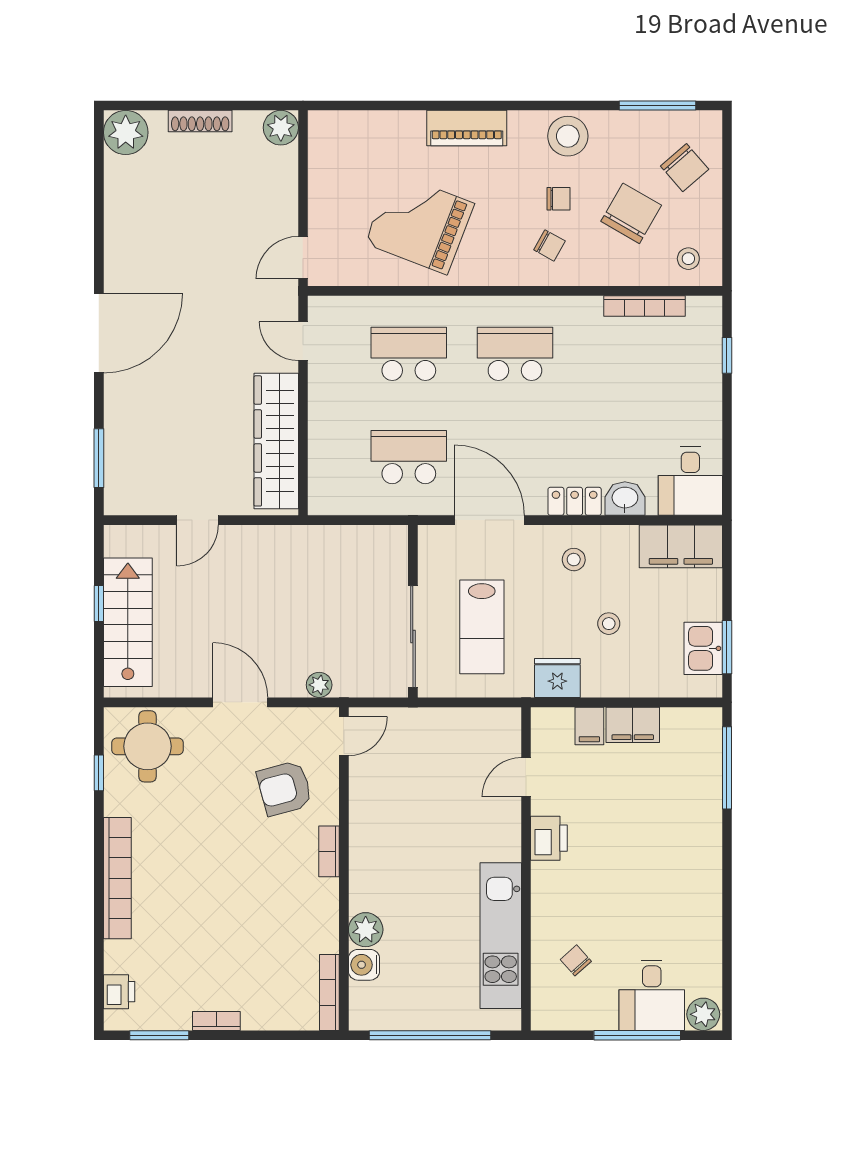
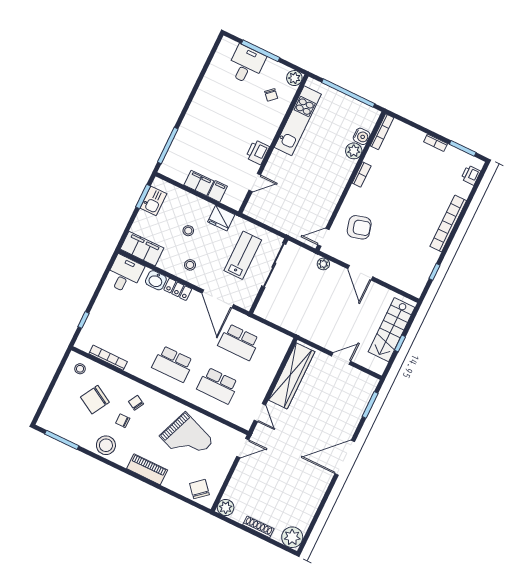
chair: (685, 168) -> (199, 489), moved
round table: (147, 746) -> (409, 273), removed
bookcase: (329, 851) -> (362, 174), moved
plant: (703, 1014) -> (294, 78), moved

